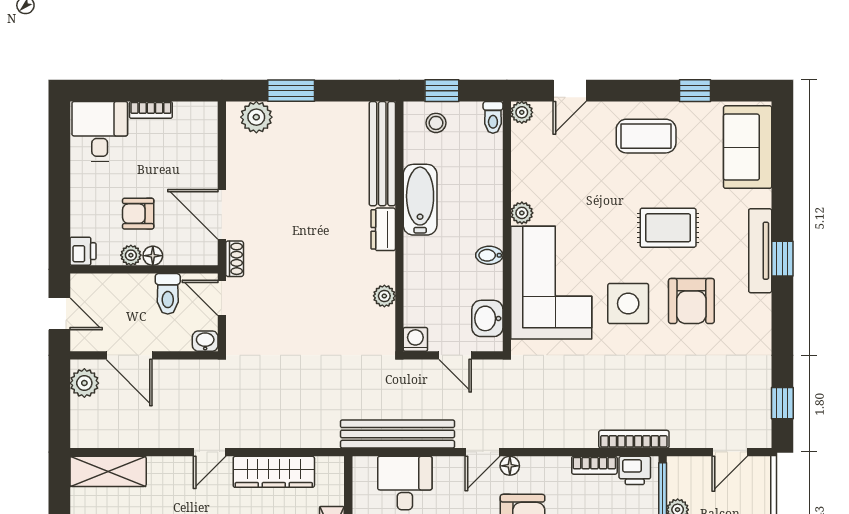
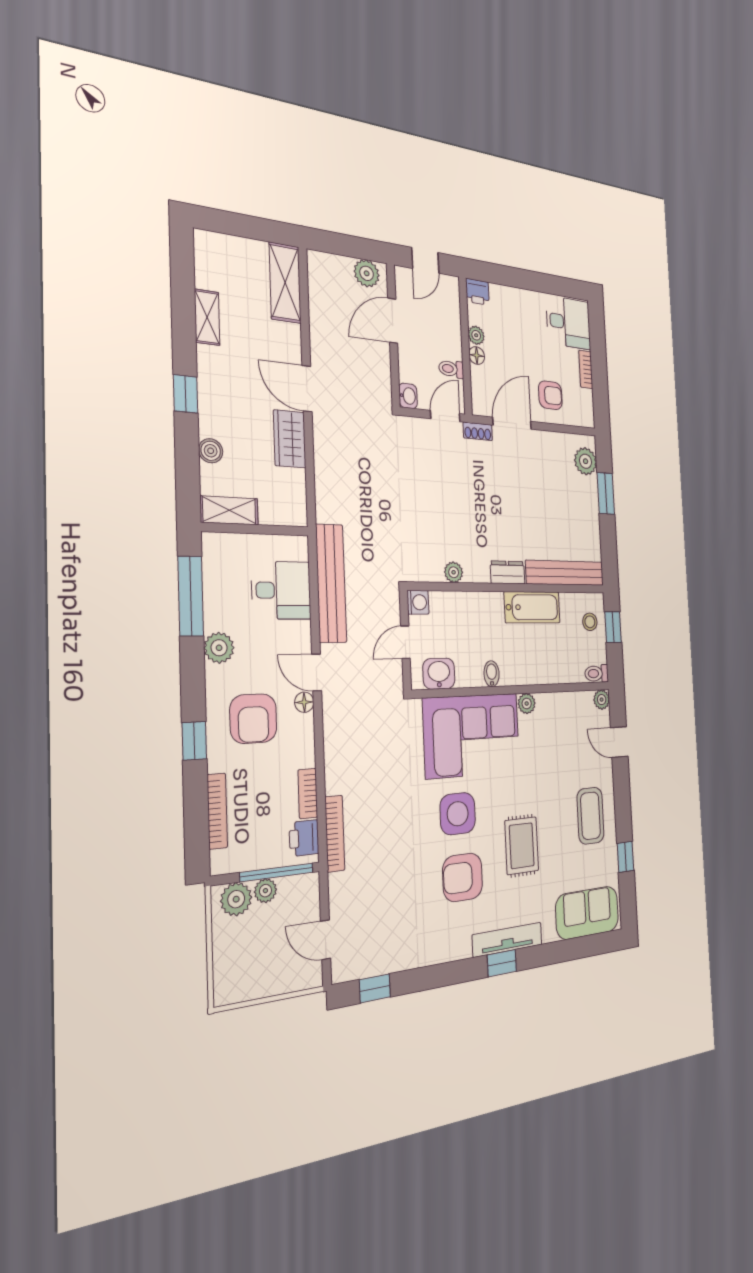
armchair: (138, 214) -> (550, 395), moved, turned 90
toilet: (168, 294) -> (451, 369), width x0.73, depth x0.72
door: (210, 452) -> (307, 389), width x1.38
wardrobe: (274, 472) -> (290, 439), width x0.67

